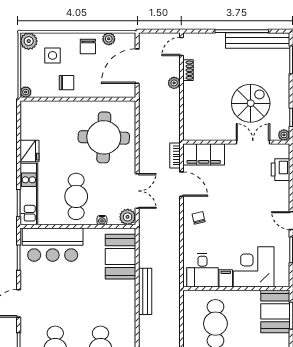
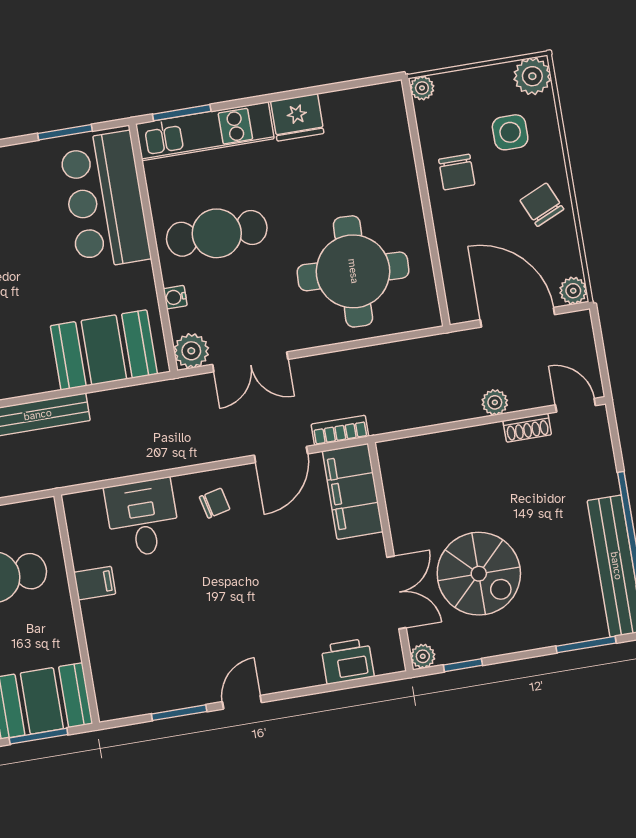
plant: (109, 39) -> (573, 291), moved
chair: (88, 46) -> (542, 205), turned 66
corner desk: (254, 267) -> (130, 639), removed
desk: (202, 270) -> (143, 518), moved, turned 90

